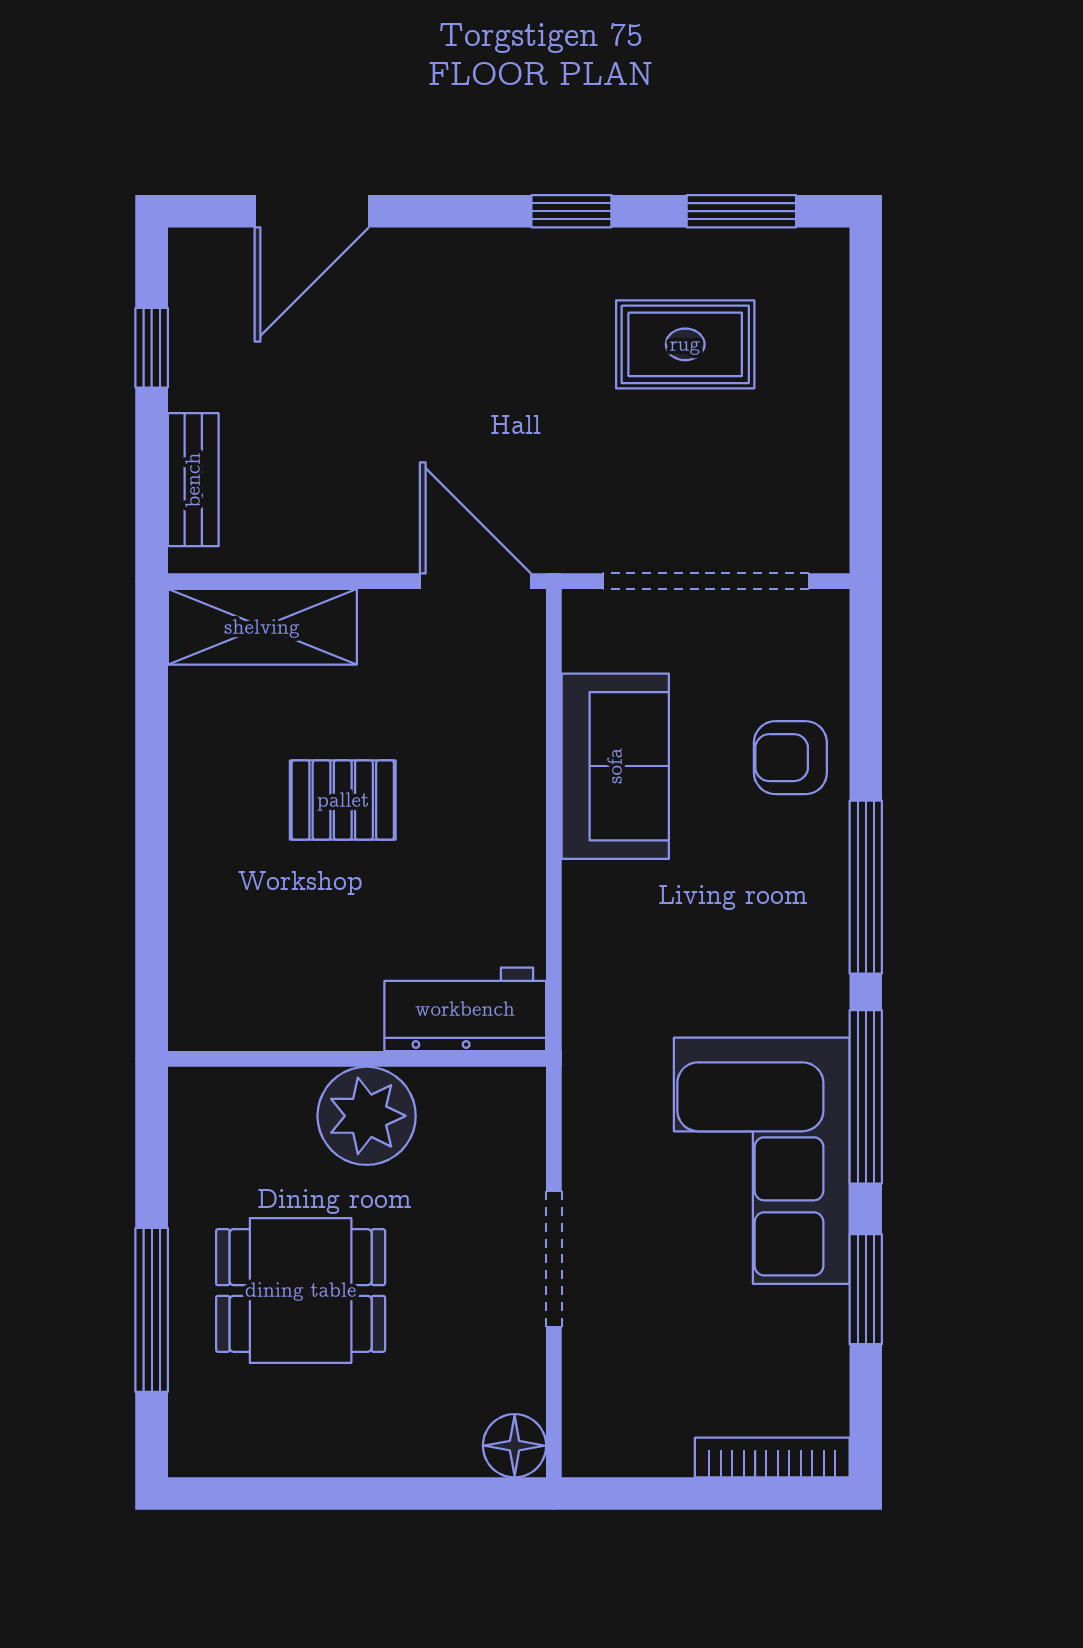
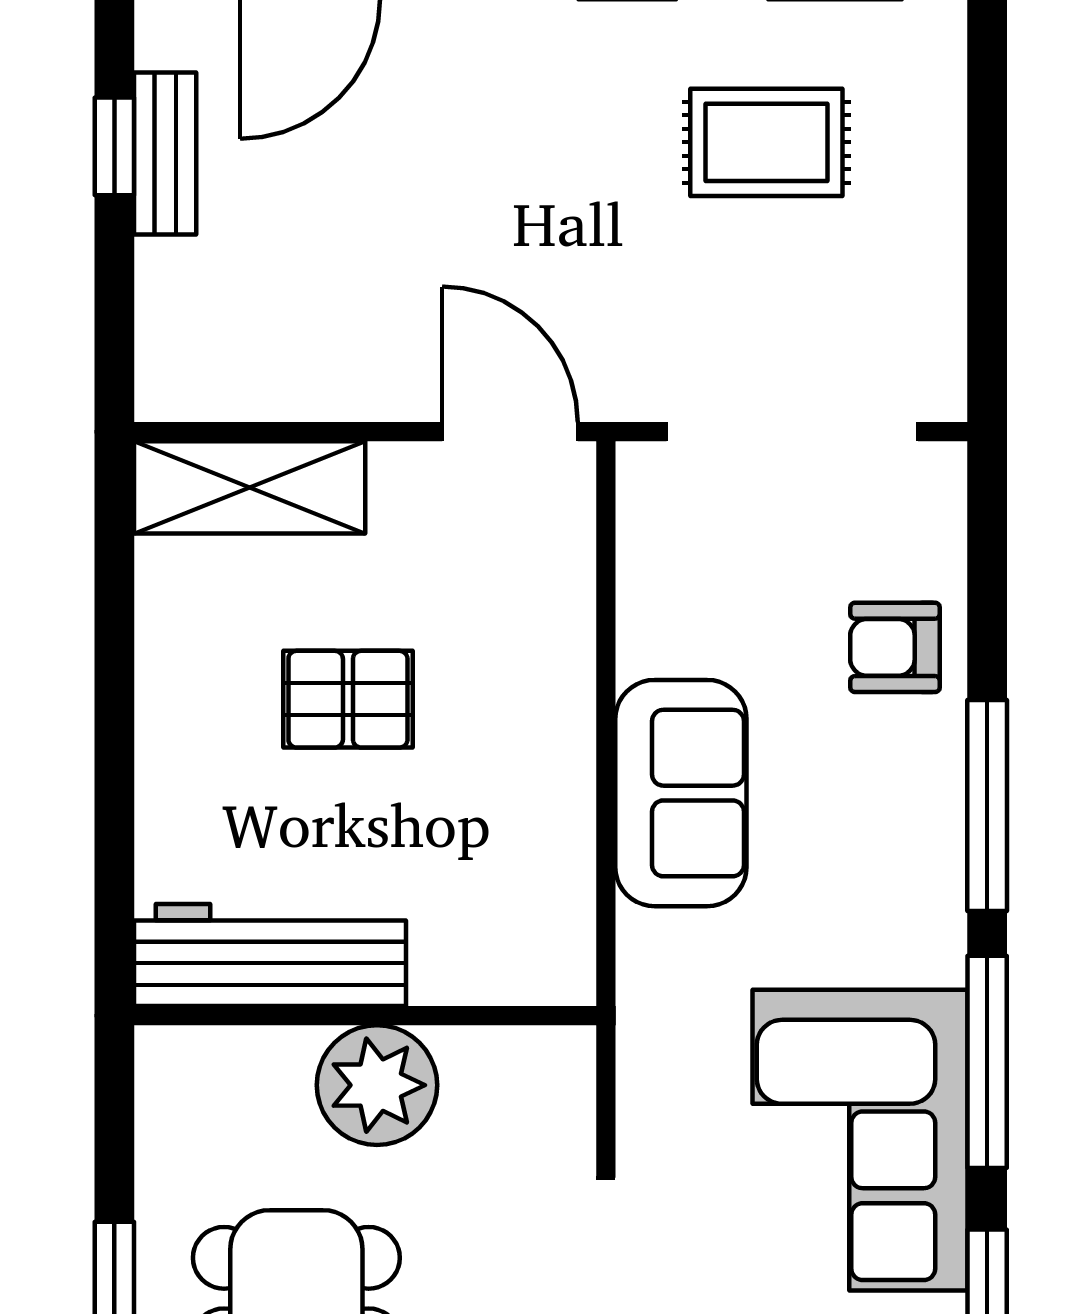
bench: (193, 480) -> (165, 153), moved
sofa: (615, 766) -> (681, 793), moved
workbench: (465, 1009) -> (270, 955), moved, width x1.38

